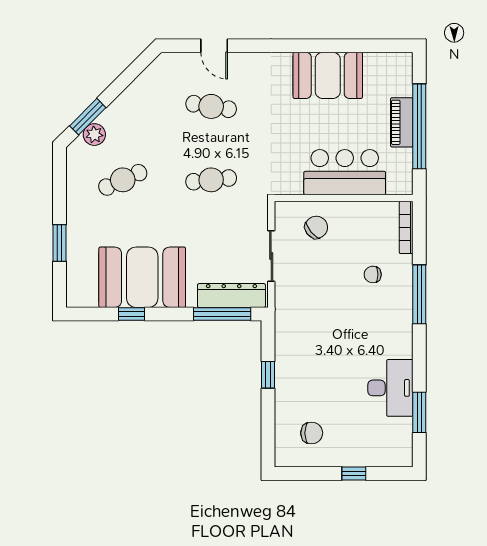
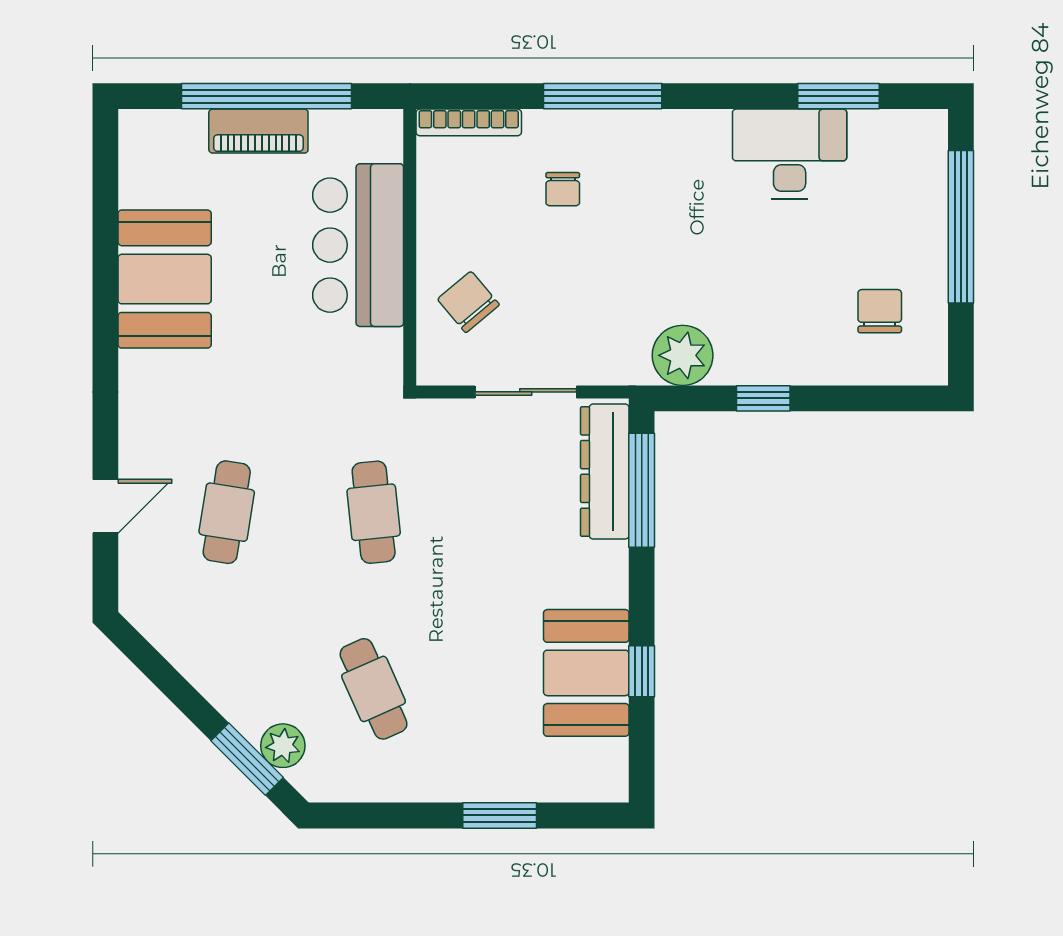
booth: (142, 277) -> (586, 673), width x0.73, depth x0.70
plant: (290, 334) -> (683, 355), added
window: (354, 474) -> (961, 227), width x3.17

